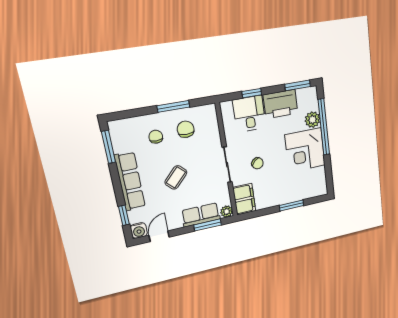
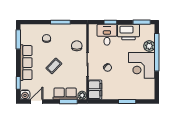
chair: (186, 129) -> (77, 46), moved

